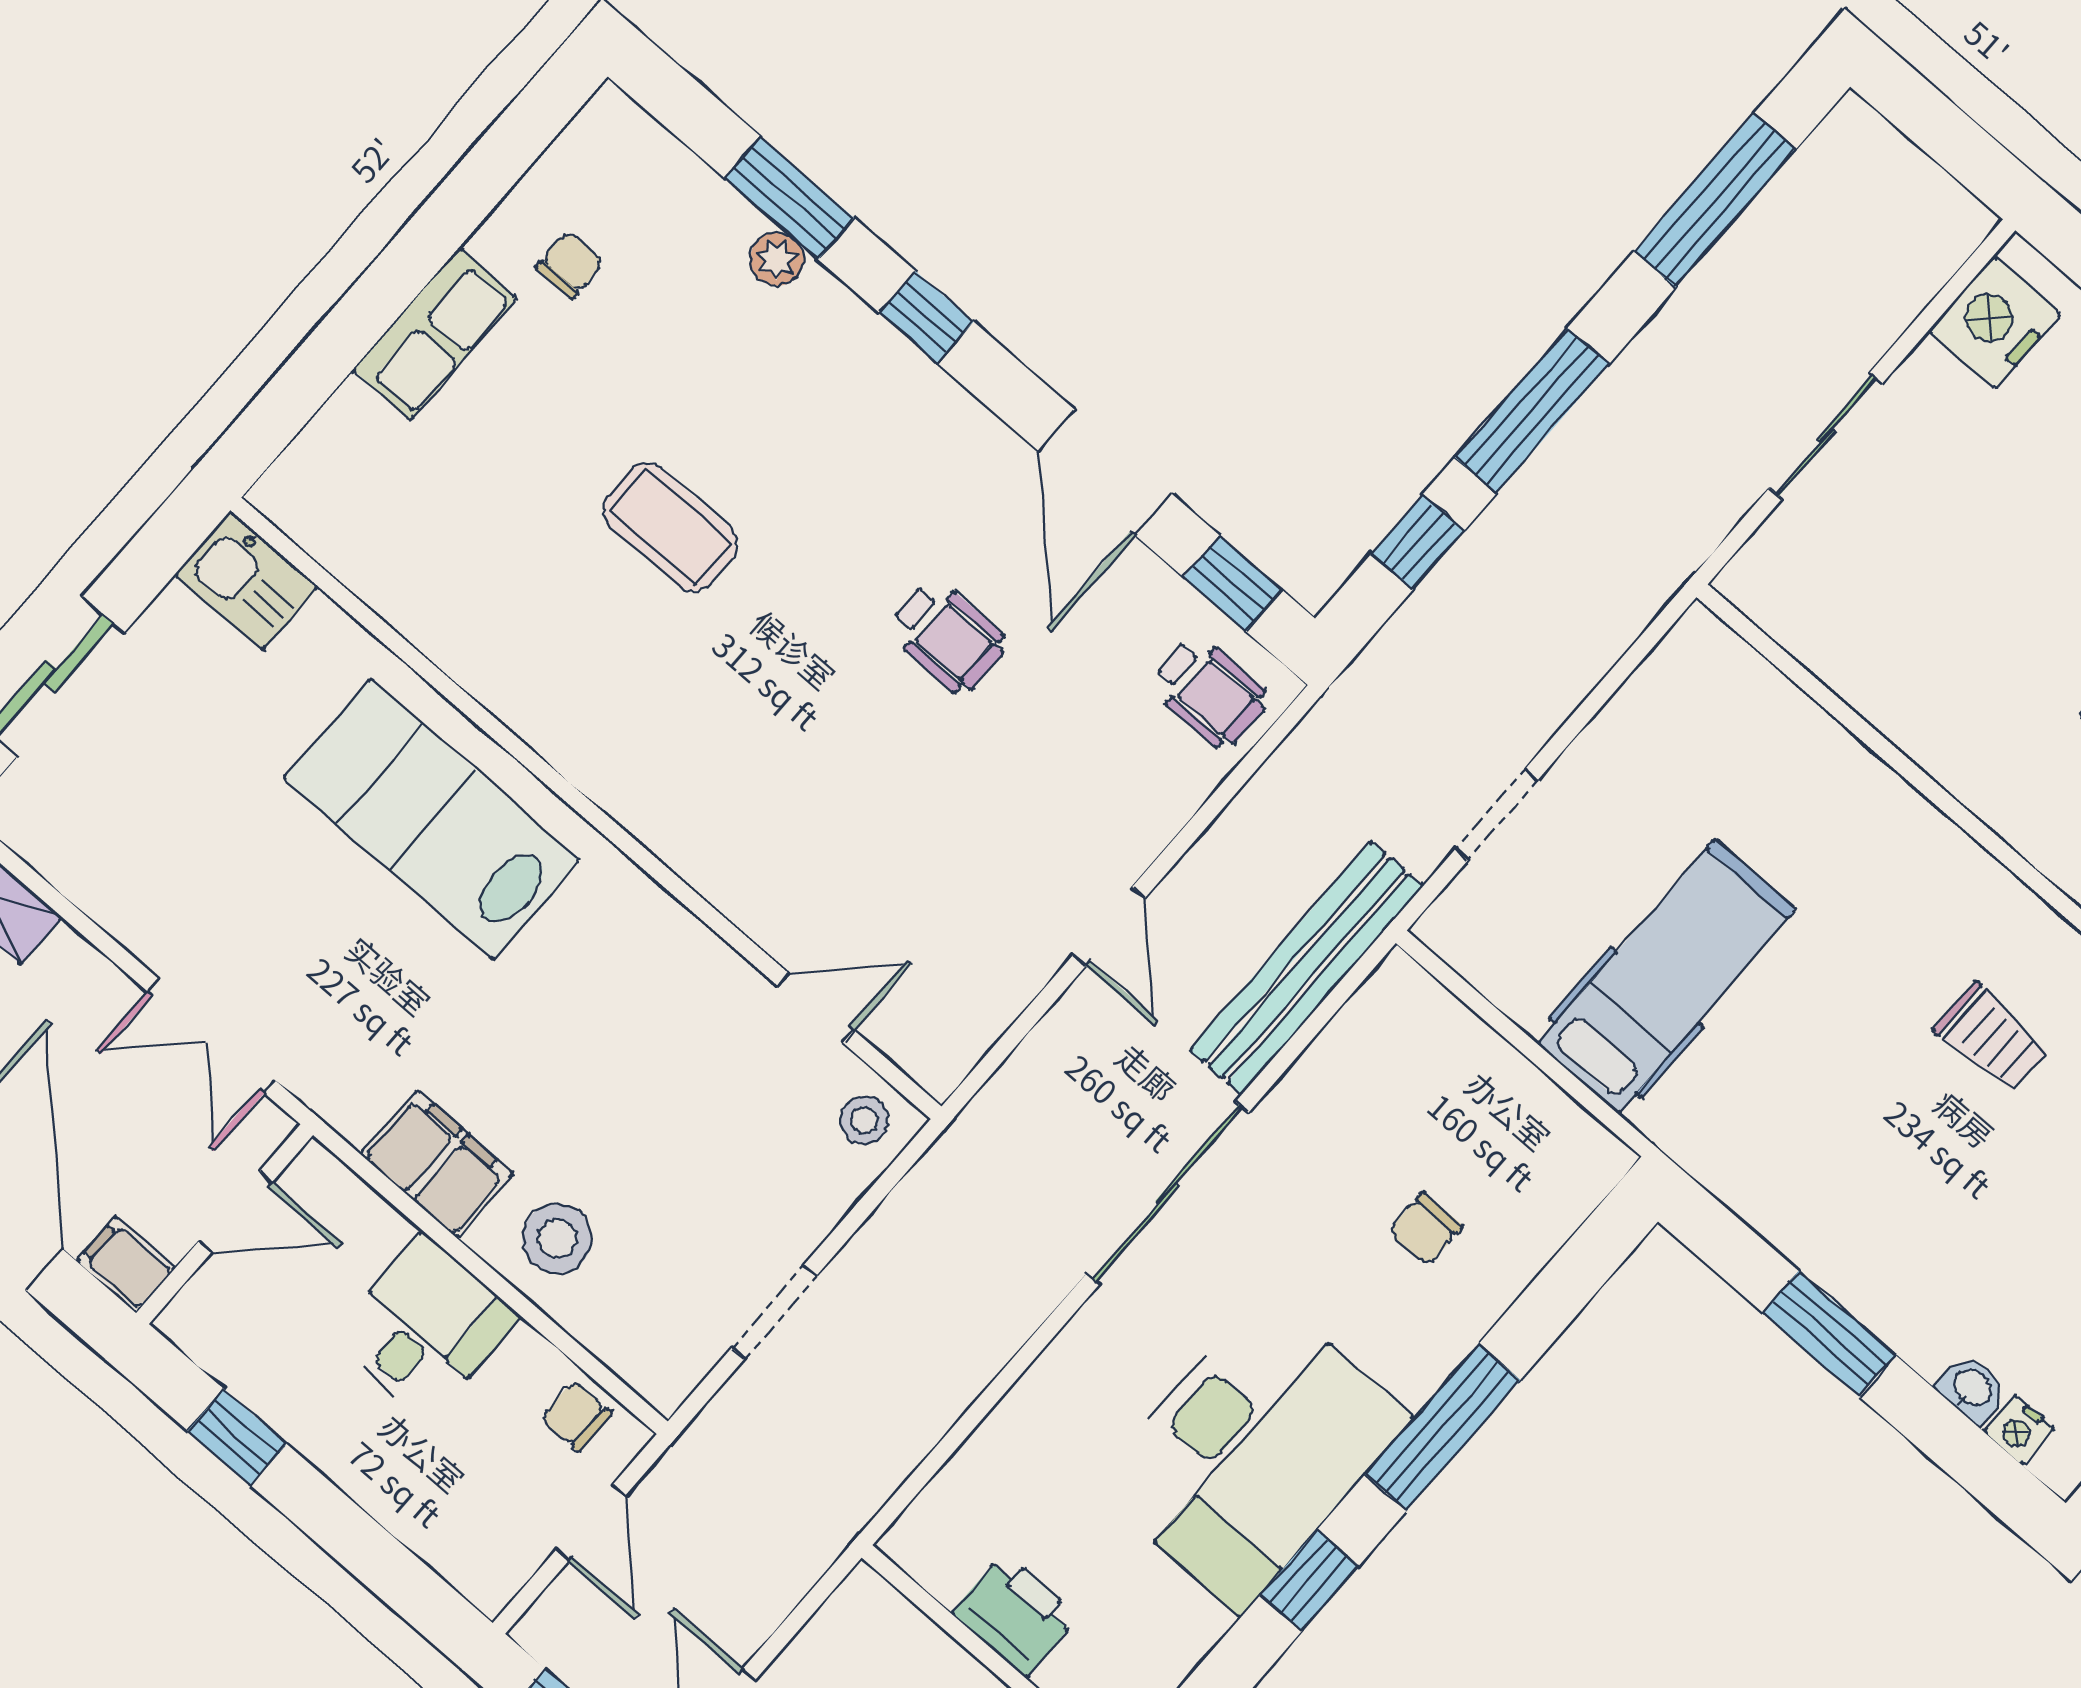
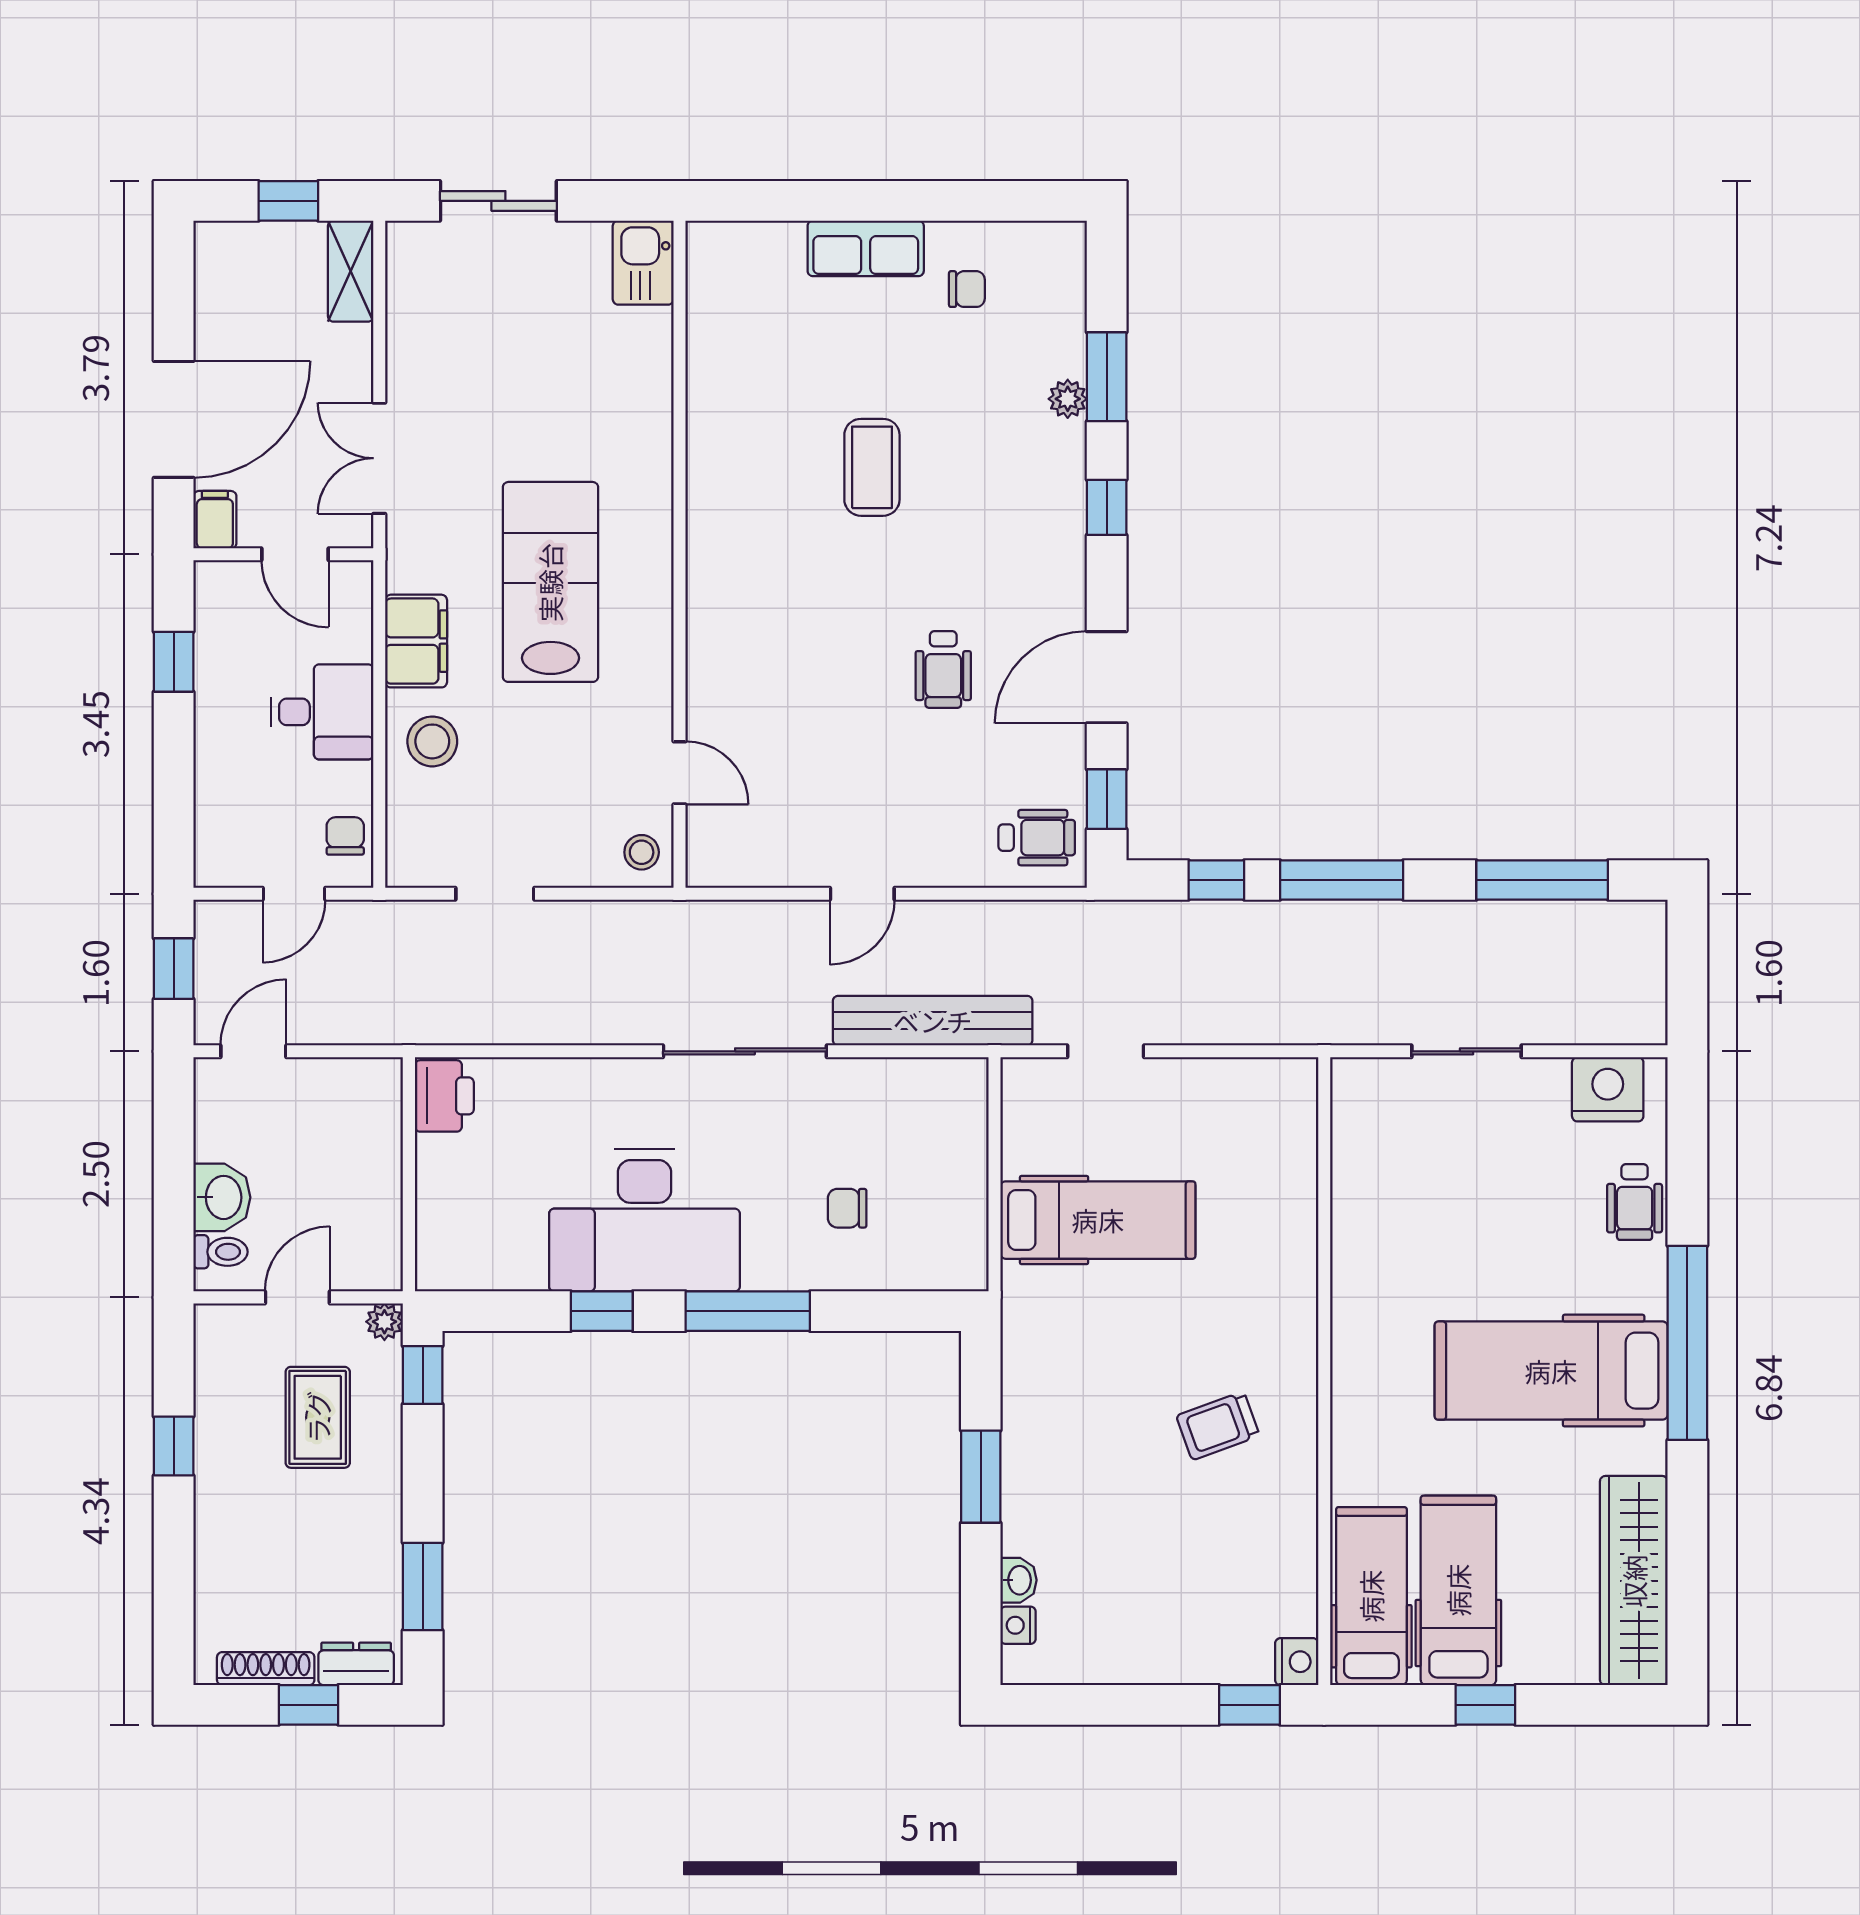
wheelchair: (1209, 692) -> (1037, 838), turned -90
lab bench: (431, 819) -> (550, 582), moved
trolley: (1992, 1038) -> (1218, 1426), turned 70
printer: (1015, 1615) -> (444, 1096), moved

